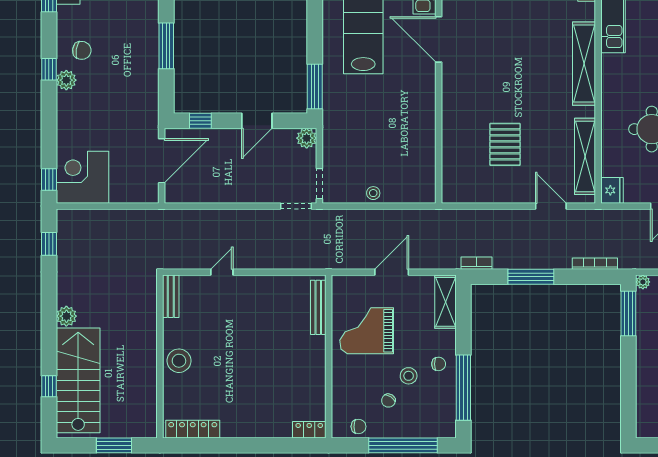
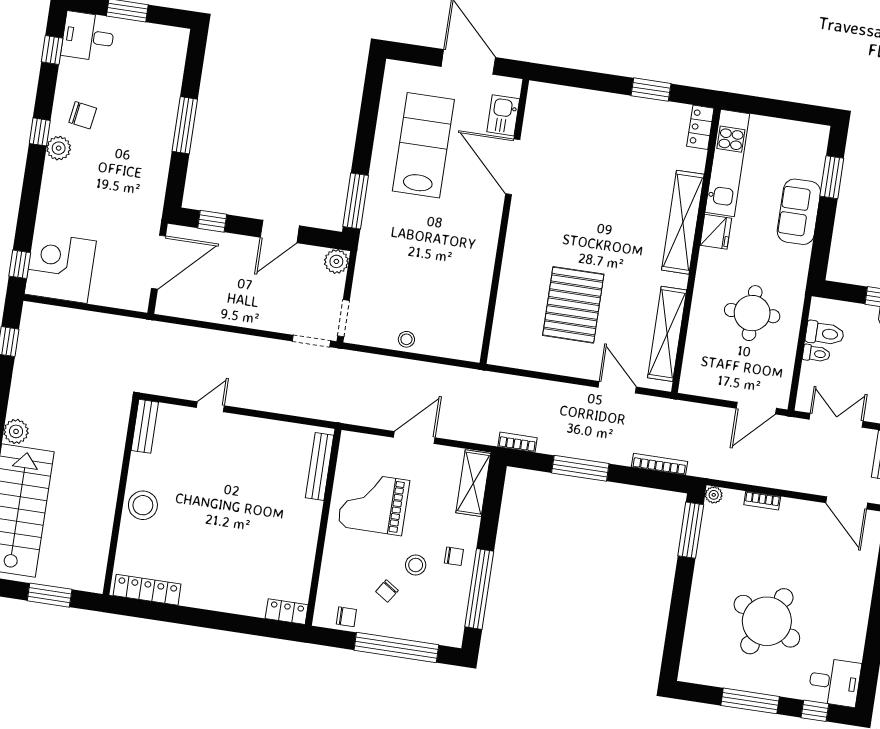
pallet: (505, 144) -> (573, 305), width x1.37, depth x1.41
fridge: (612, 190) -> (716, 232), moved

